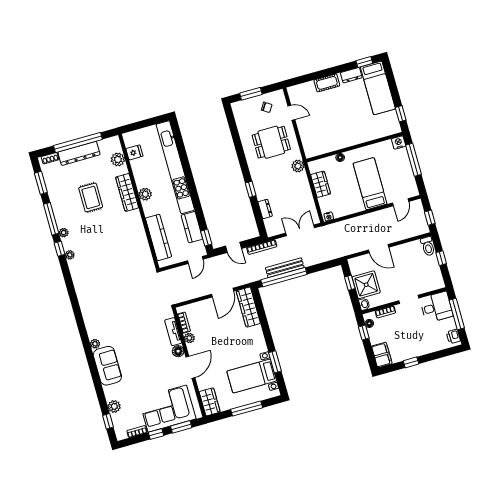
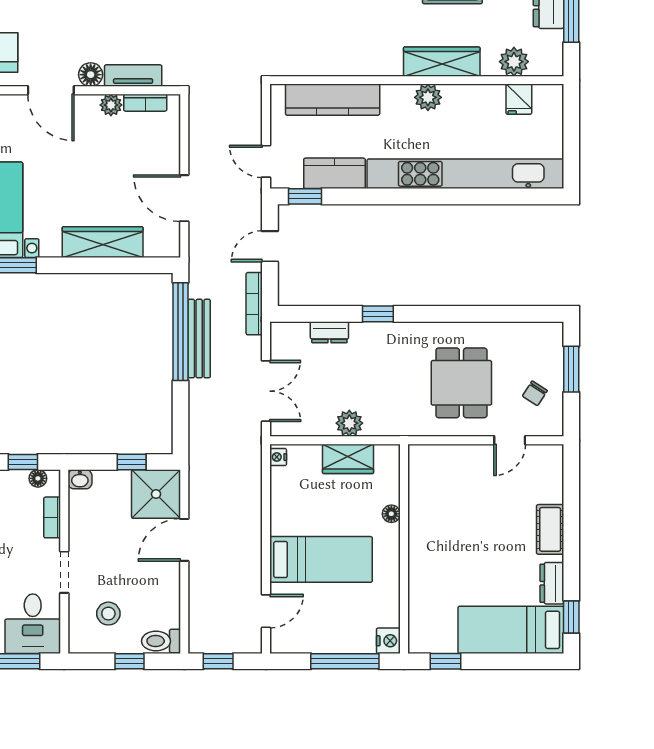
plant: (298, 166) -> (349, 423), moved
door: (401, 202) -> (266, 611), swing flipped
stool: (422, 274) -> (108, 614), added
shower: (366, 285) -> (156, 494), moved
wardrobe: (248, 307) -> (103, 242), moved

